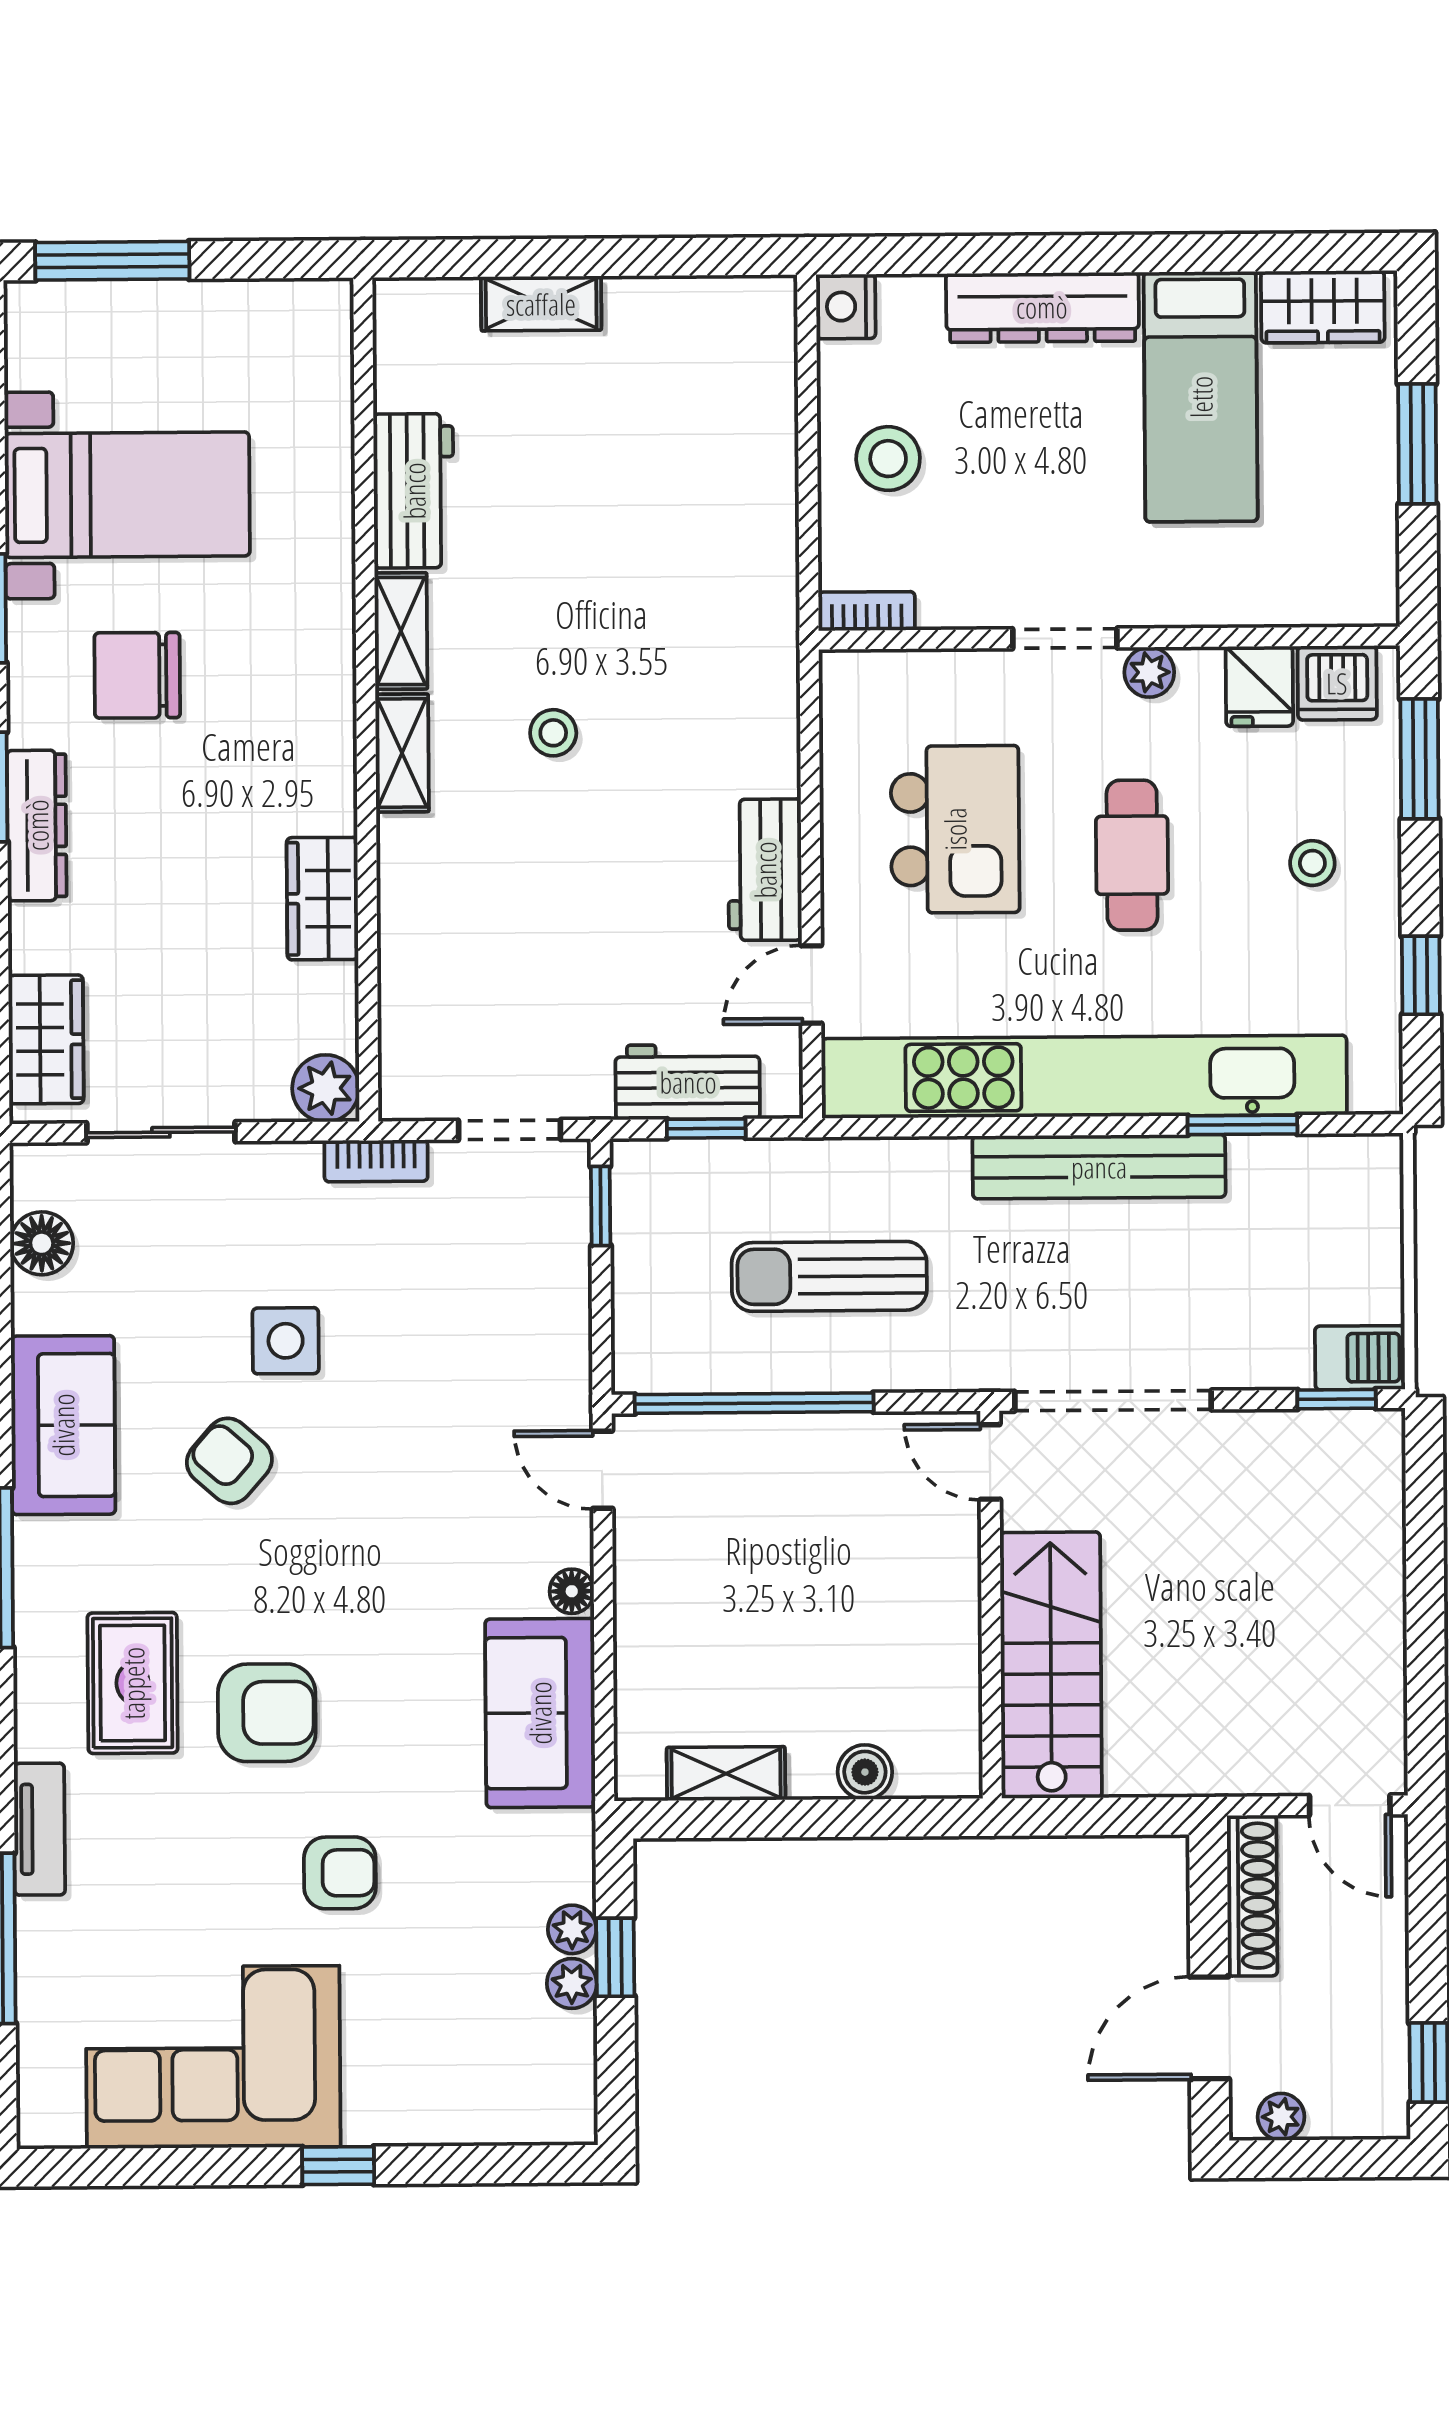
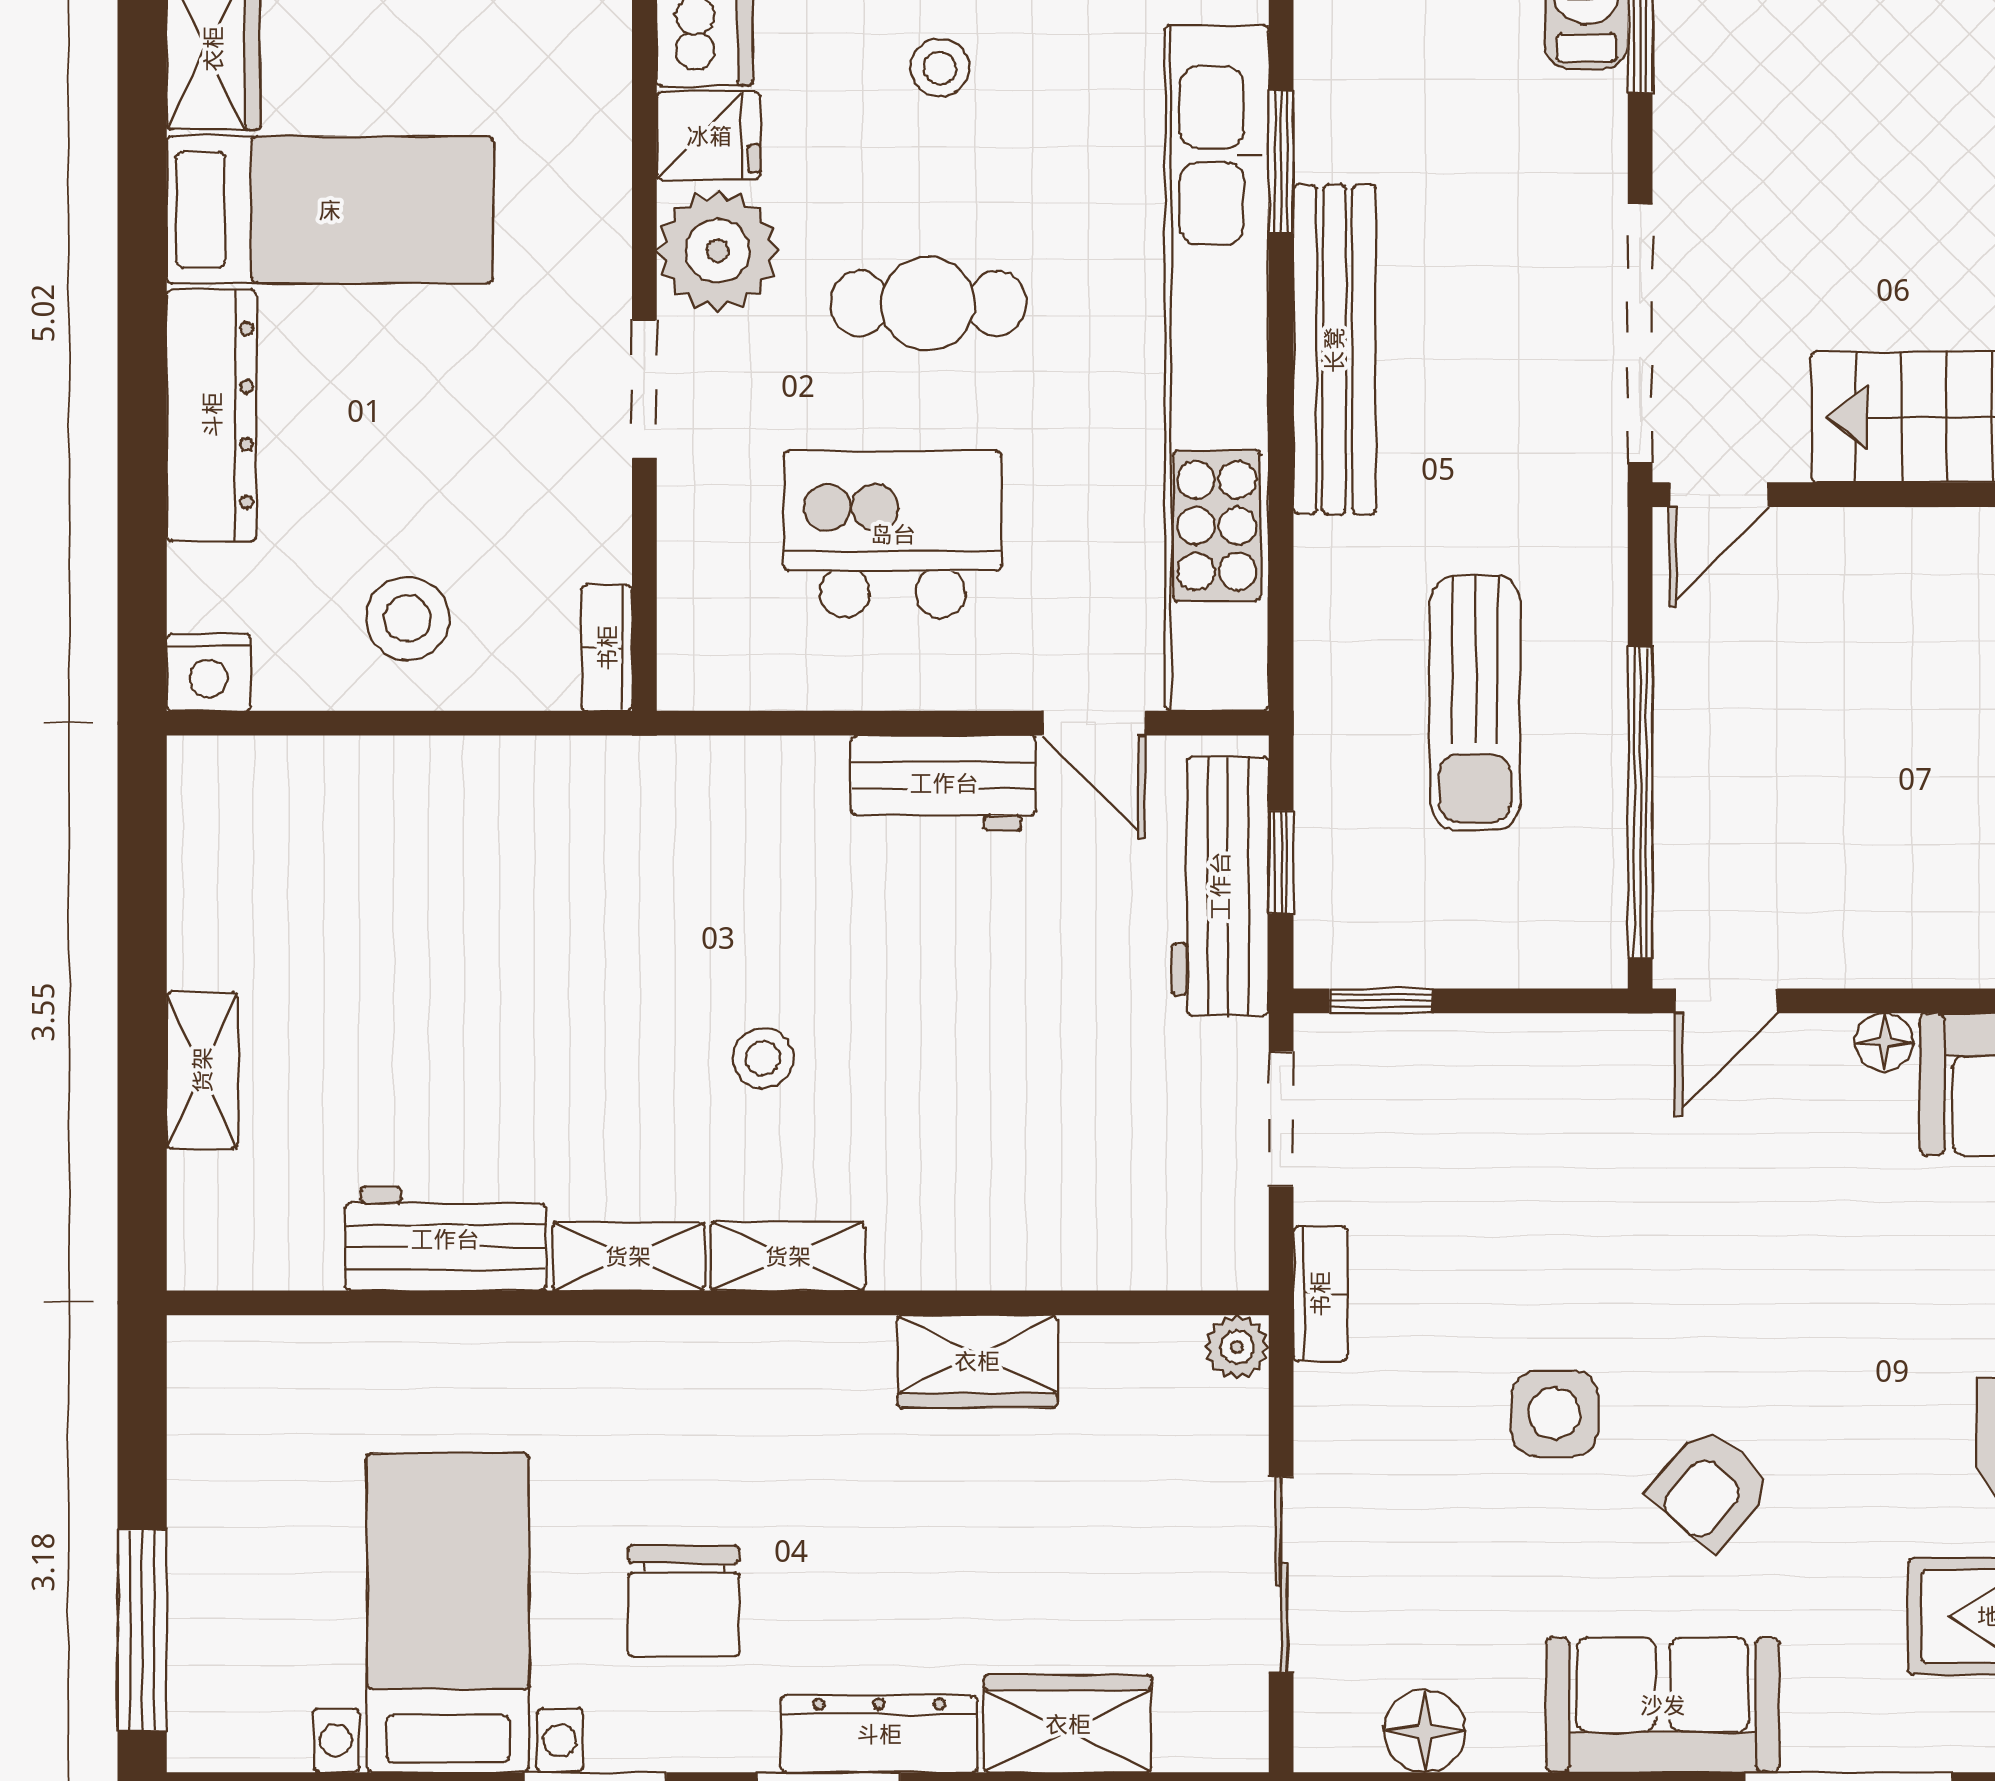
plant: (1149, 672) -> (718, 251), width x1.88, depth x1.88
wardrobe: (46, 1039) -> (1068, 1724), moved
workbench: (688, 1082) -> (1220, 886), width x1.38
plant: (326, 1088) -> (1237, 1347), width x0.73, depth x0.73

